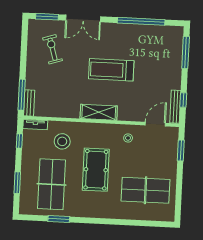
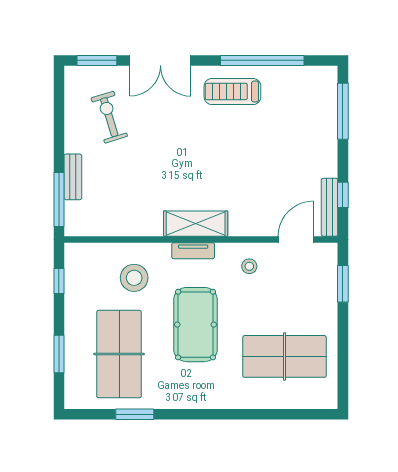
treadmill: (111, 70) -> (232, 92), moved, width x0.73, depth x0.73
bench: (29, 103) -> (73, 177), moved
tv unit: (35, 125) -> (193, 251), moved

